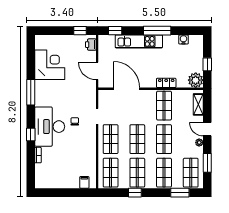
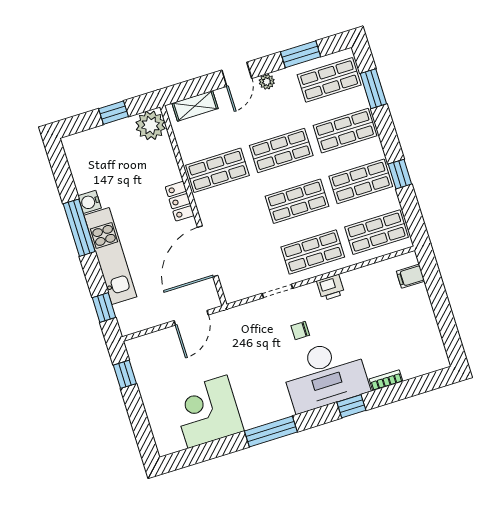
water cooler: (183, 40) -> (90, 202), moved
printer: (91, 45) -> (331, 288), moved
locker: (166, 83) -> (180, 201), moved

